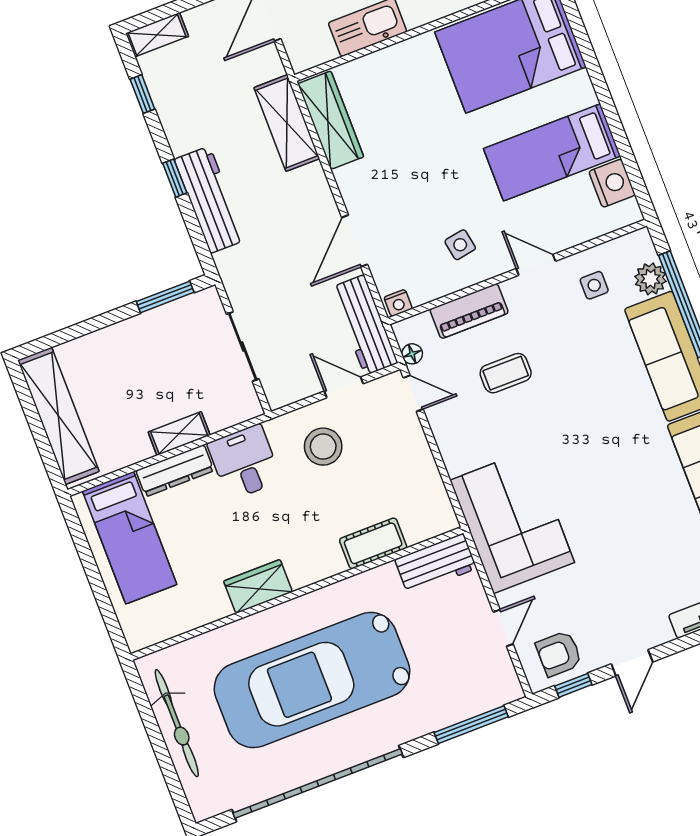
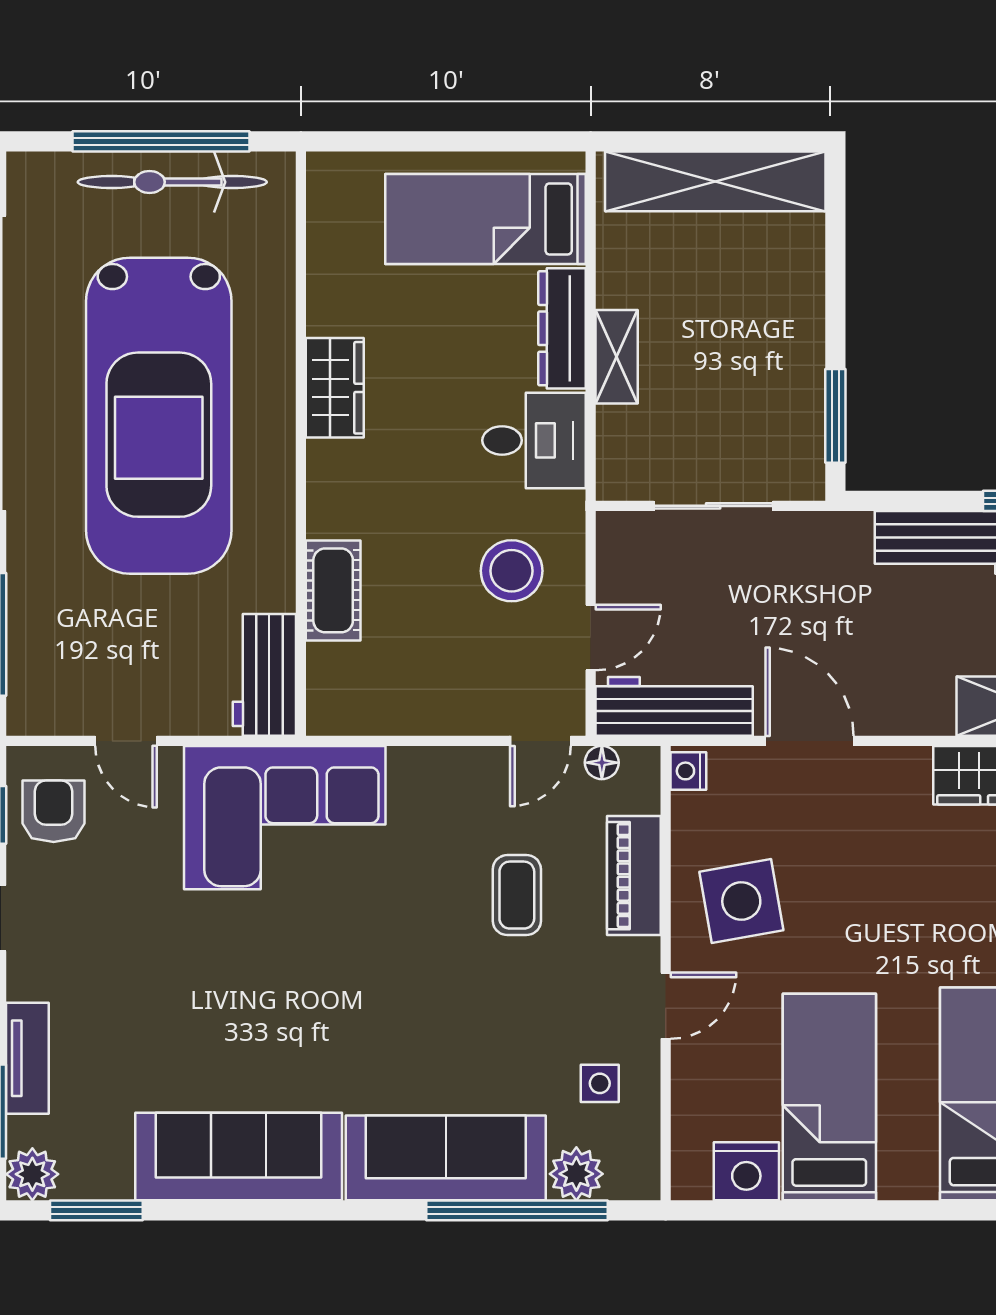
side table: (460, 245) -> (741, 901), width x1.87, depth x1.87
car: (312, 680) -> (159, 416), turned 180
window: (156, 738) -> (161, 141), added

